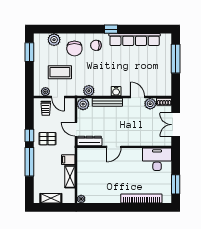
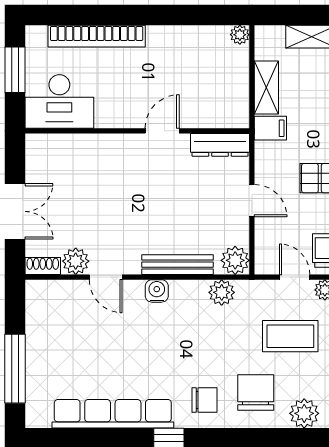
dresser: (89, 141) -> (220, 145), moved
door: (114, 147) -> (162, 131), moved
wall: (124, 147) -> (137, 131), moved
desk: (157, 159) -> (59, 101), moved

